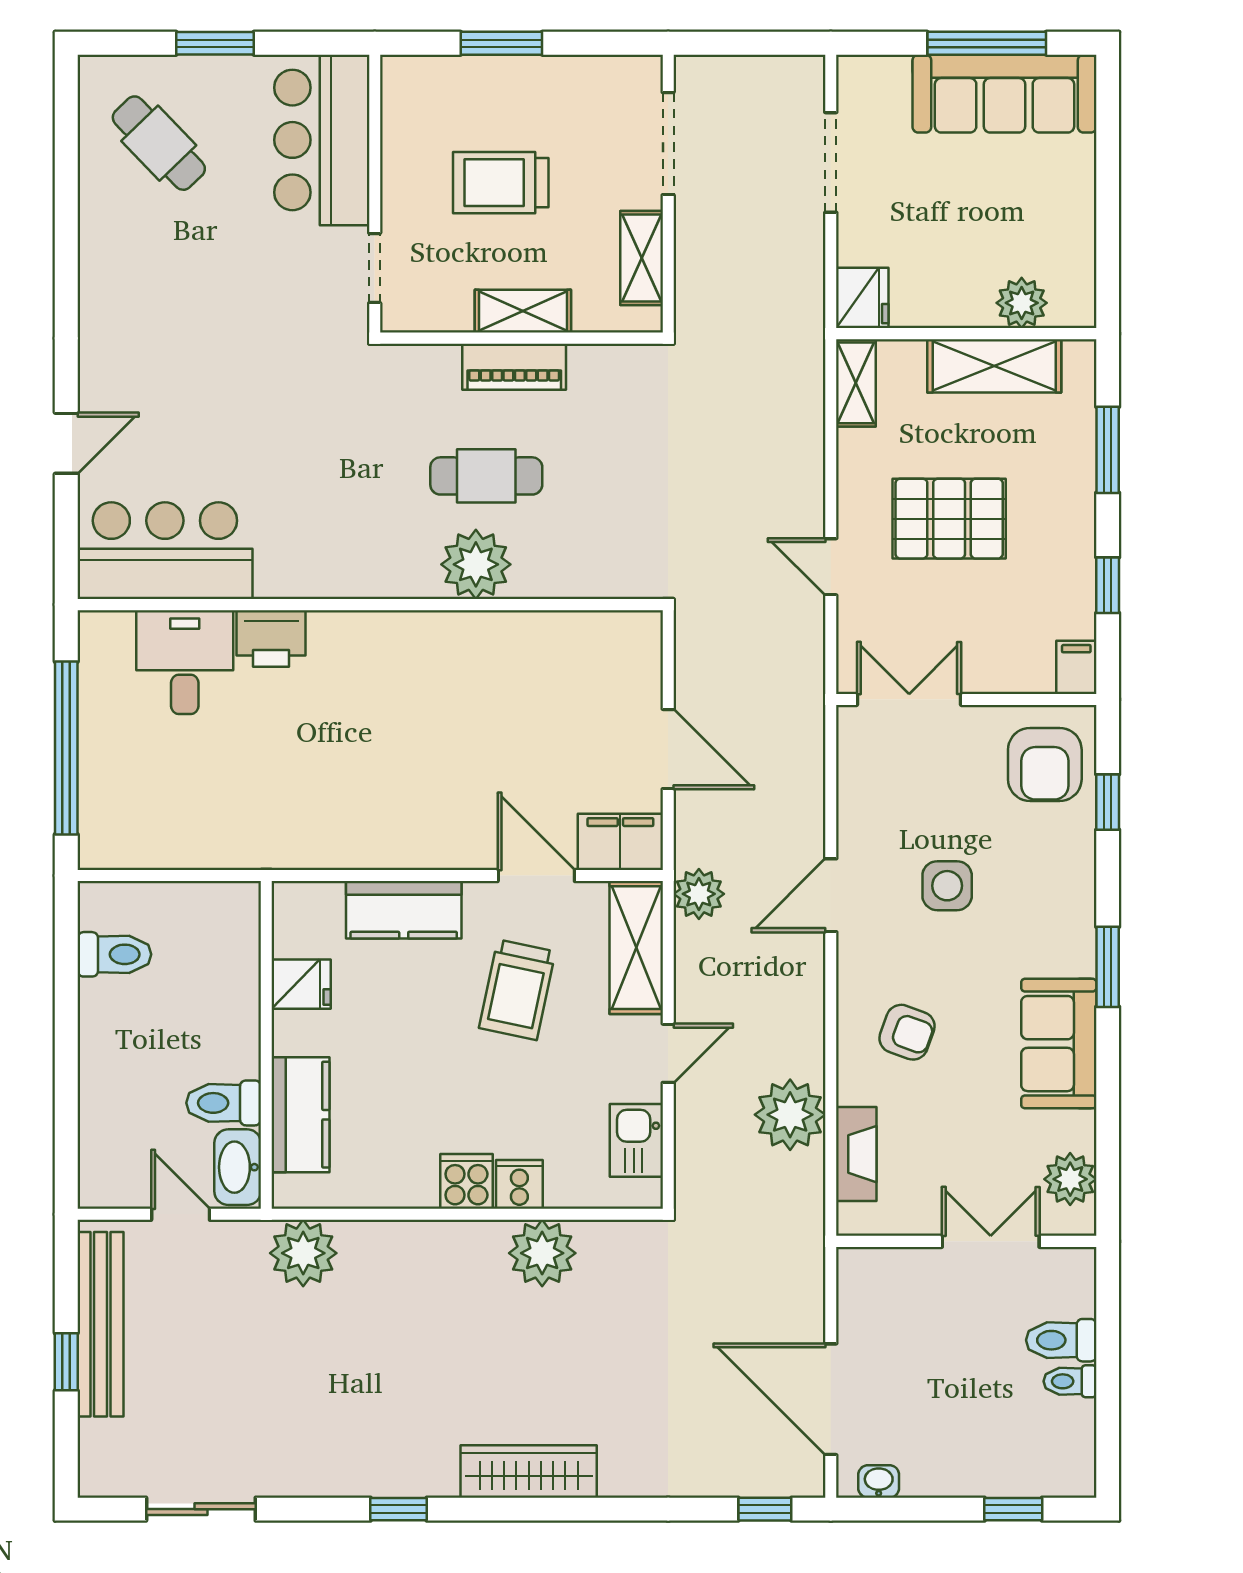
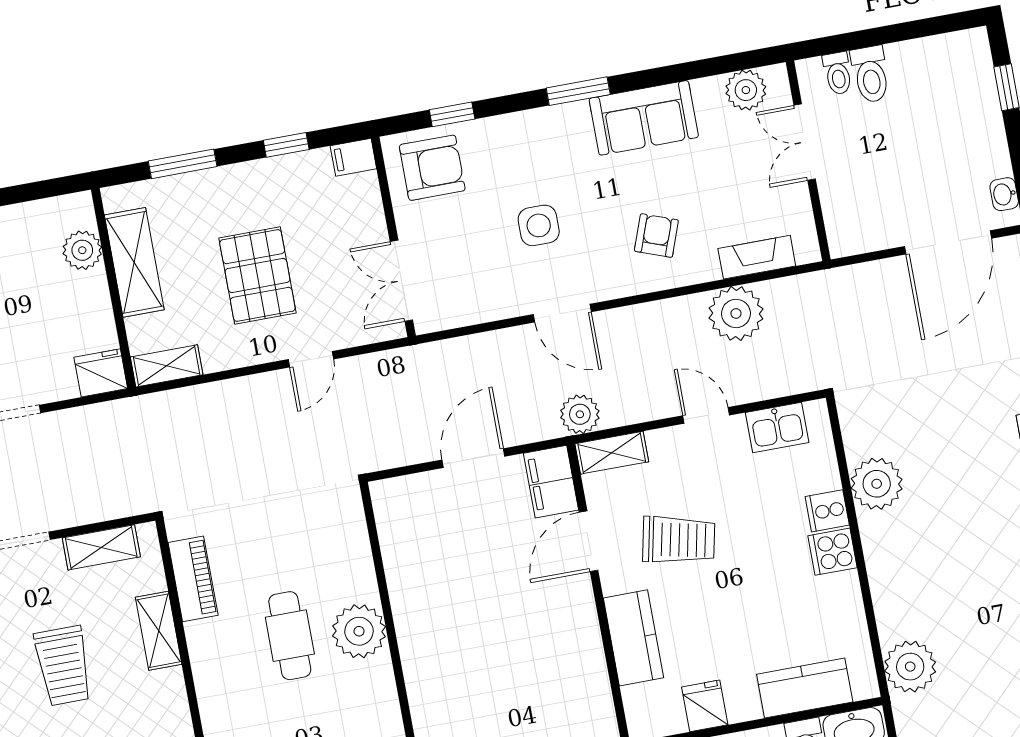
piano: (514, 367) -> (193, 579), moved
shelving: (636, 948) -> (612, 453), width x0.67, depth x0.75
toilet: (1070, 1381) -> (838, 73), moved

